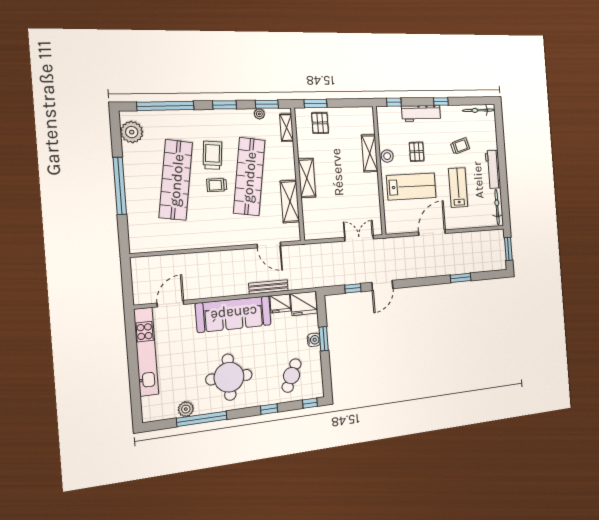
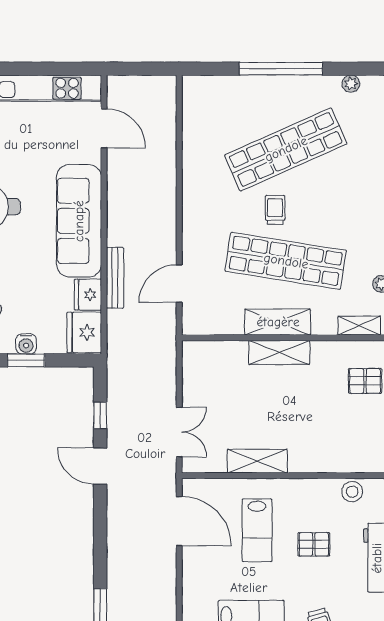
plant: (132, 132) -> (351, 84), width x0.53, depth x0.53
shelving: (370, 153) -> (257, 461), moved
trolley: (212, 155) -> (320, 207), removed
stool: (387, 156) -> (352, 492), moved
shop shelf: (176, 180) -> (286, 149), turned -33
lab bench: (411, 187) -> (257, 530), width x0.73, depth x0.72
shelving: (290, 201) -> (278, 322), moved
door: (432, 233) -> (179, 521), moved

